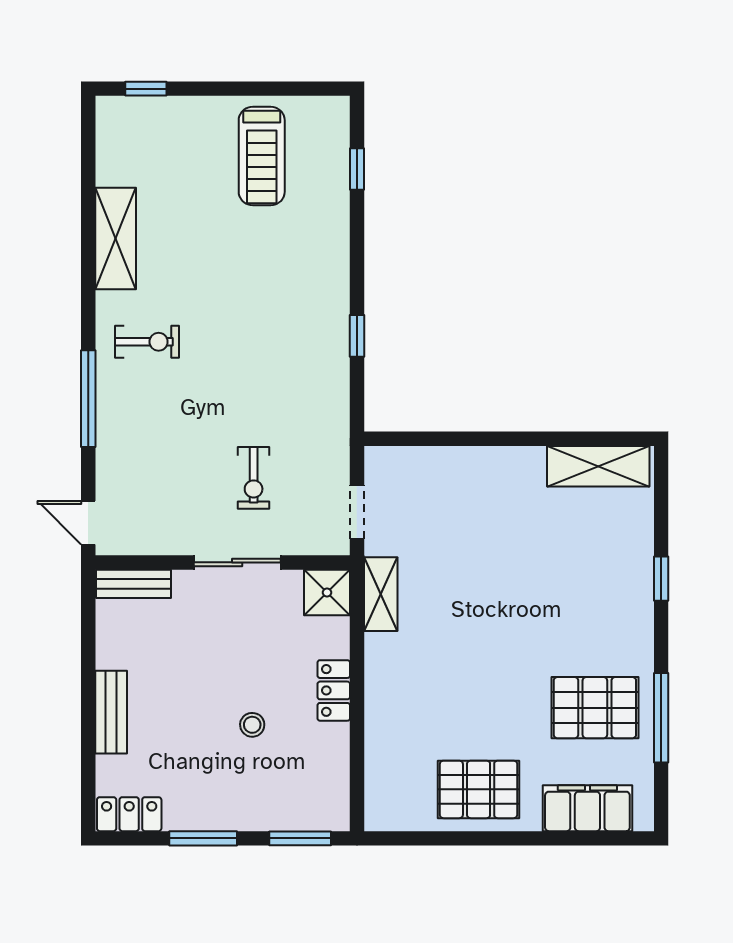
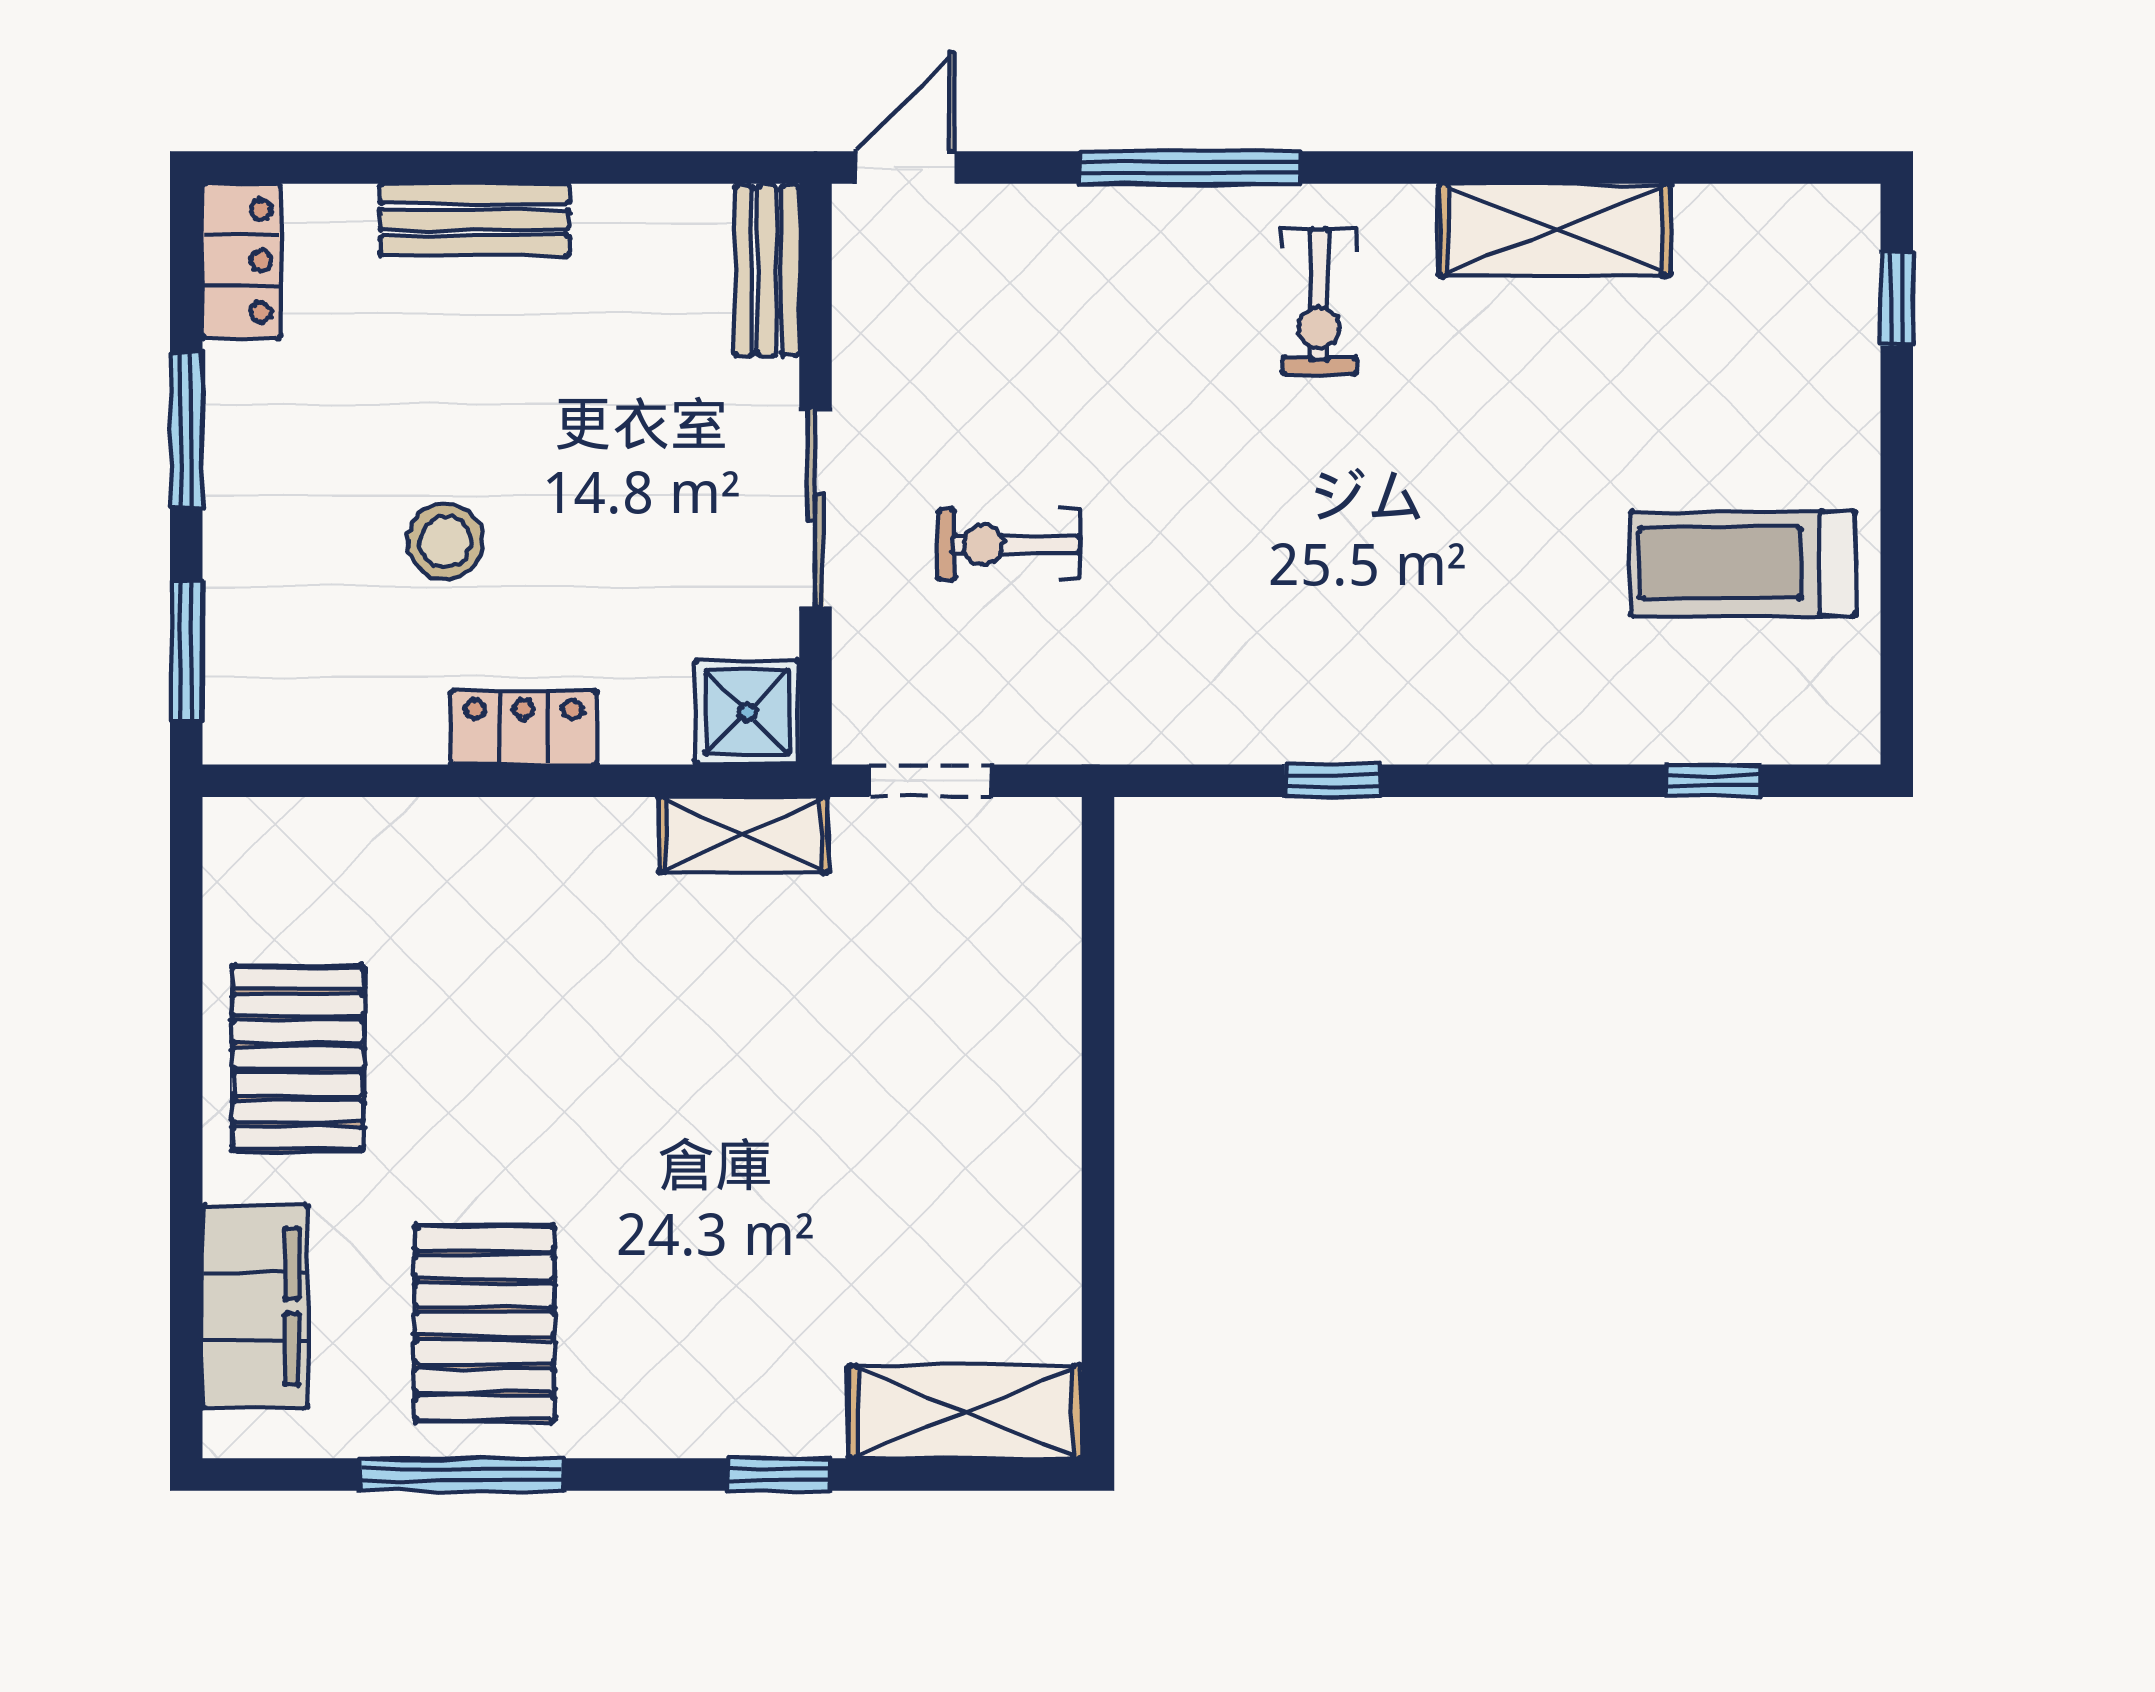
shelving: (598, 466) -> (965, 1412), moved, turned 90
stool: (252, 725) -> (445, 542), width x1.37, depth x1.37

